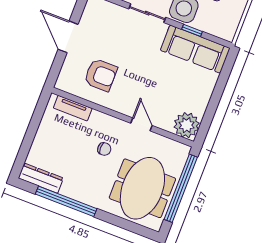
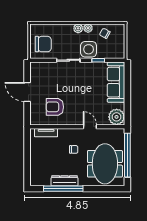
sofa: (195, 49) -> (116, 82), moved, turned 90
armchair: (101, 75) -> (55, 107), turned 180
dresser: (41, 178) -> (65, 181), moved

